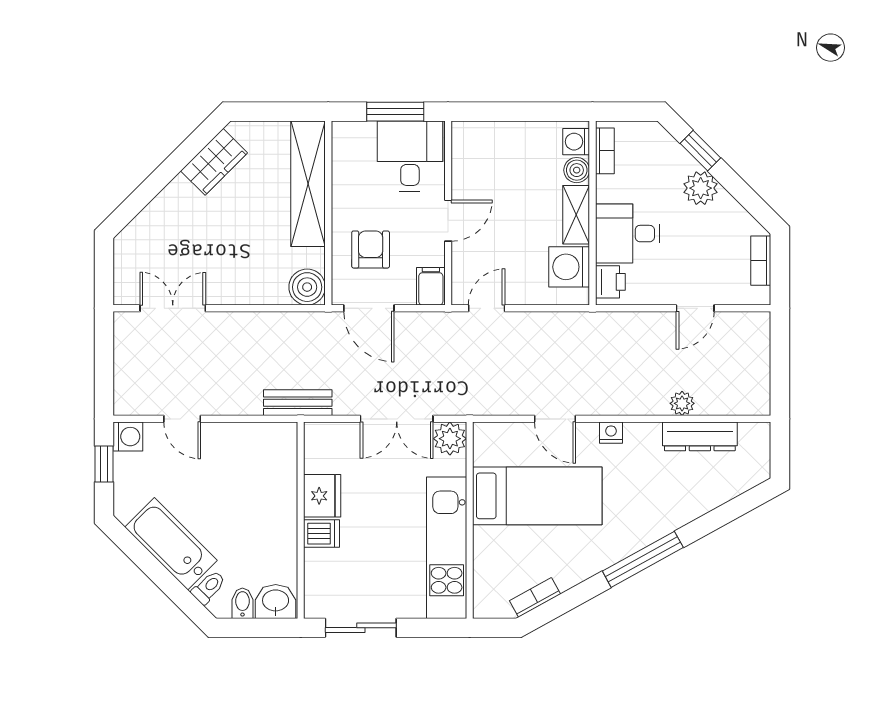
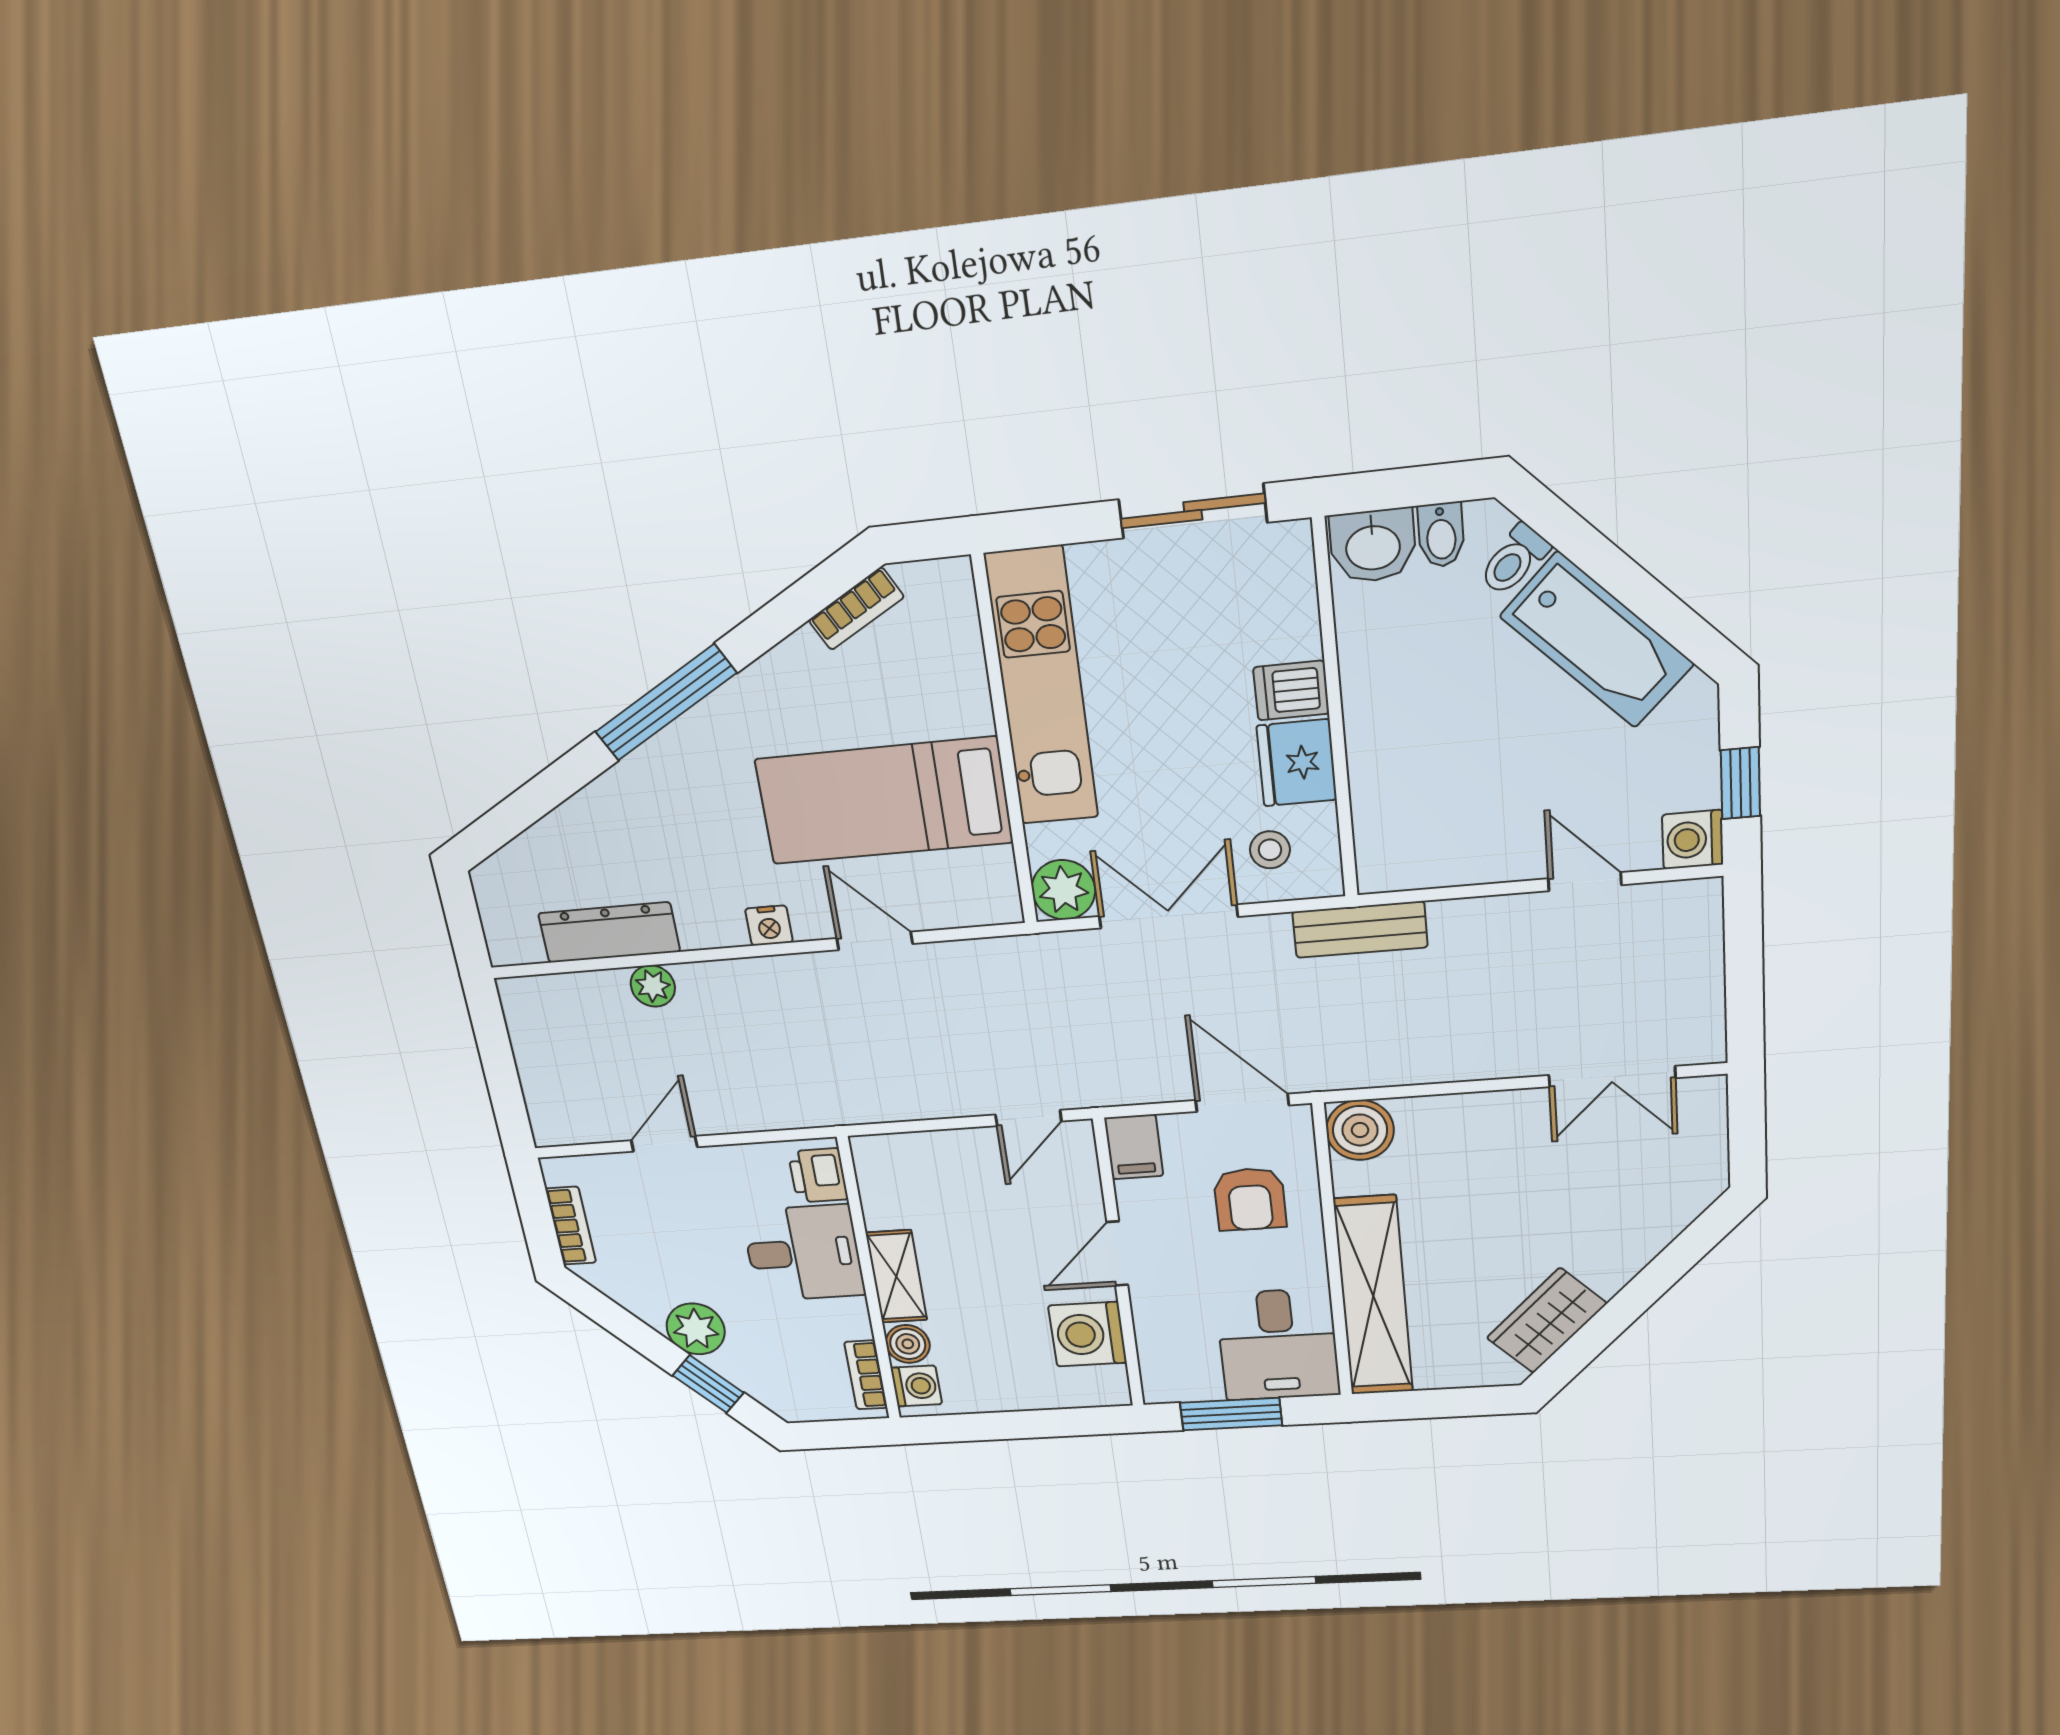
desk: (410, 156) -> (1278, 1345), moved
washing machine: (569, 267) -> (1088, 1334), moved, turned 180
stool: (340, 451) -> (1270, 850), added

